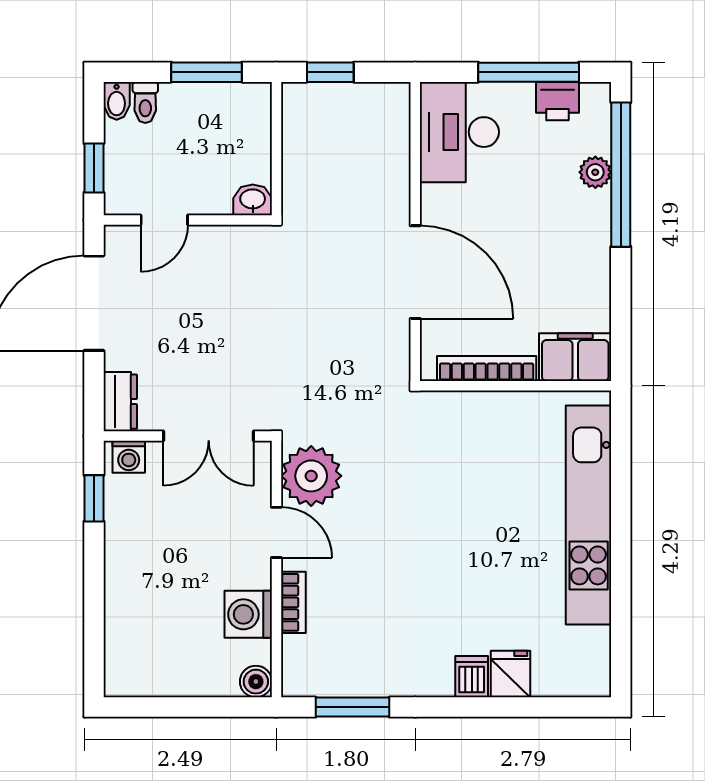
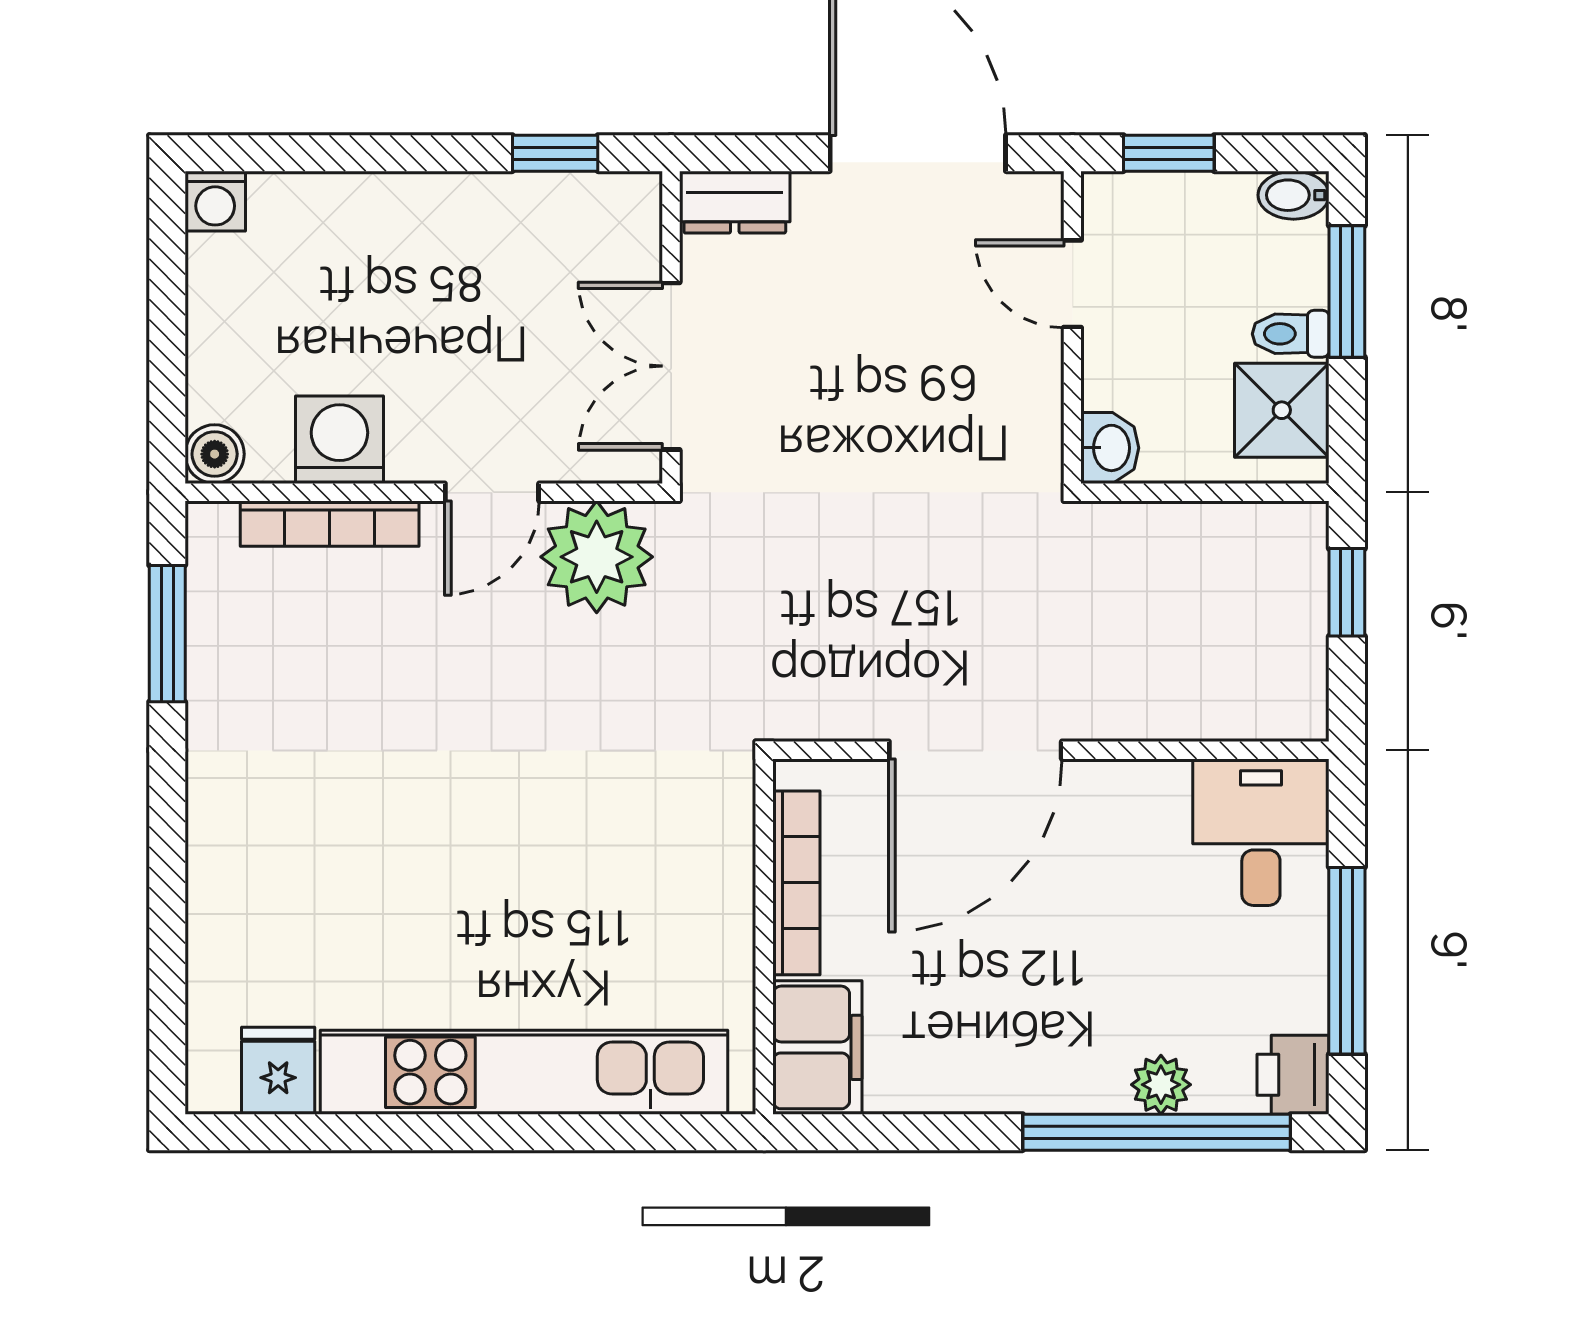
window: (206, 72) -> (1347, 291), moved
printer: (557, 101) -> (1293, 1075), moved
toilet: (145, 102) -> (1291, 334), moved
shower: (232, 107) -> (1282, 410), added
desk: (459, 132) -> (1261, 832), width x0.73
washing machine: (129, 457) -> (215, 201), moved, turned -90
bookcase: (293, 602) -> (330, 524), width x1.56
fridge: (511, 674) -> (278, 1071), moved, turned -90
dishwasher: (472, 677) -> (224, 855), removed

